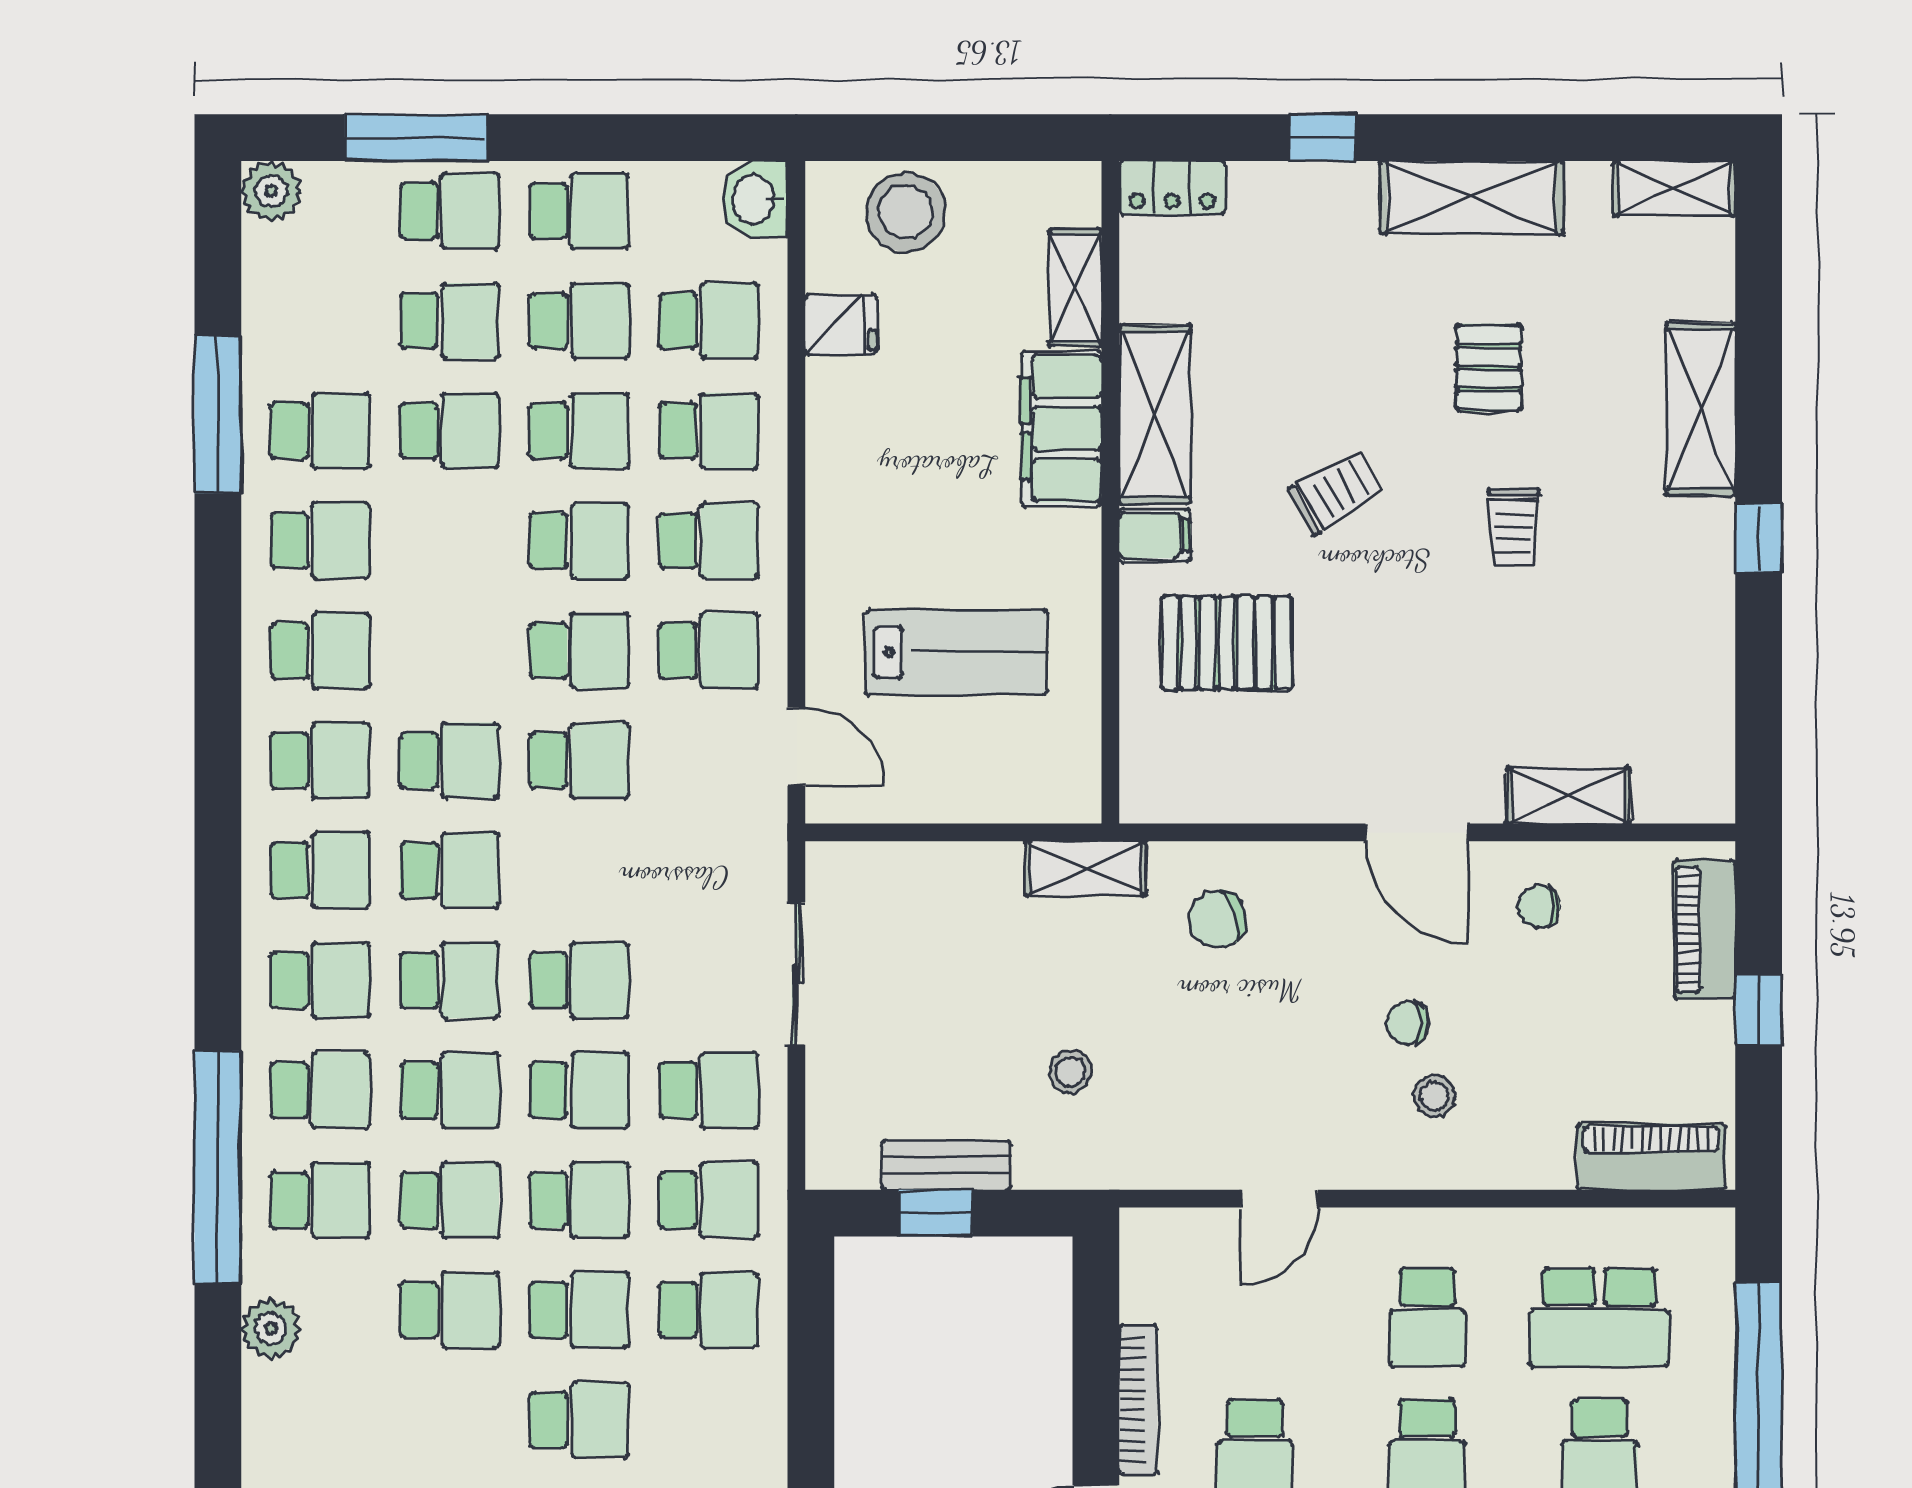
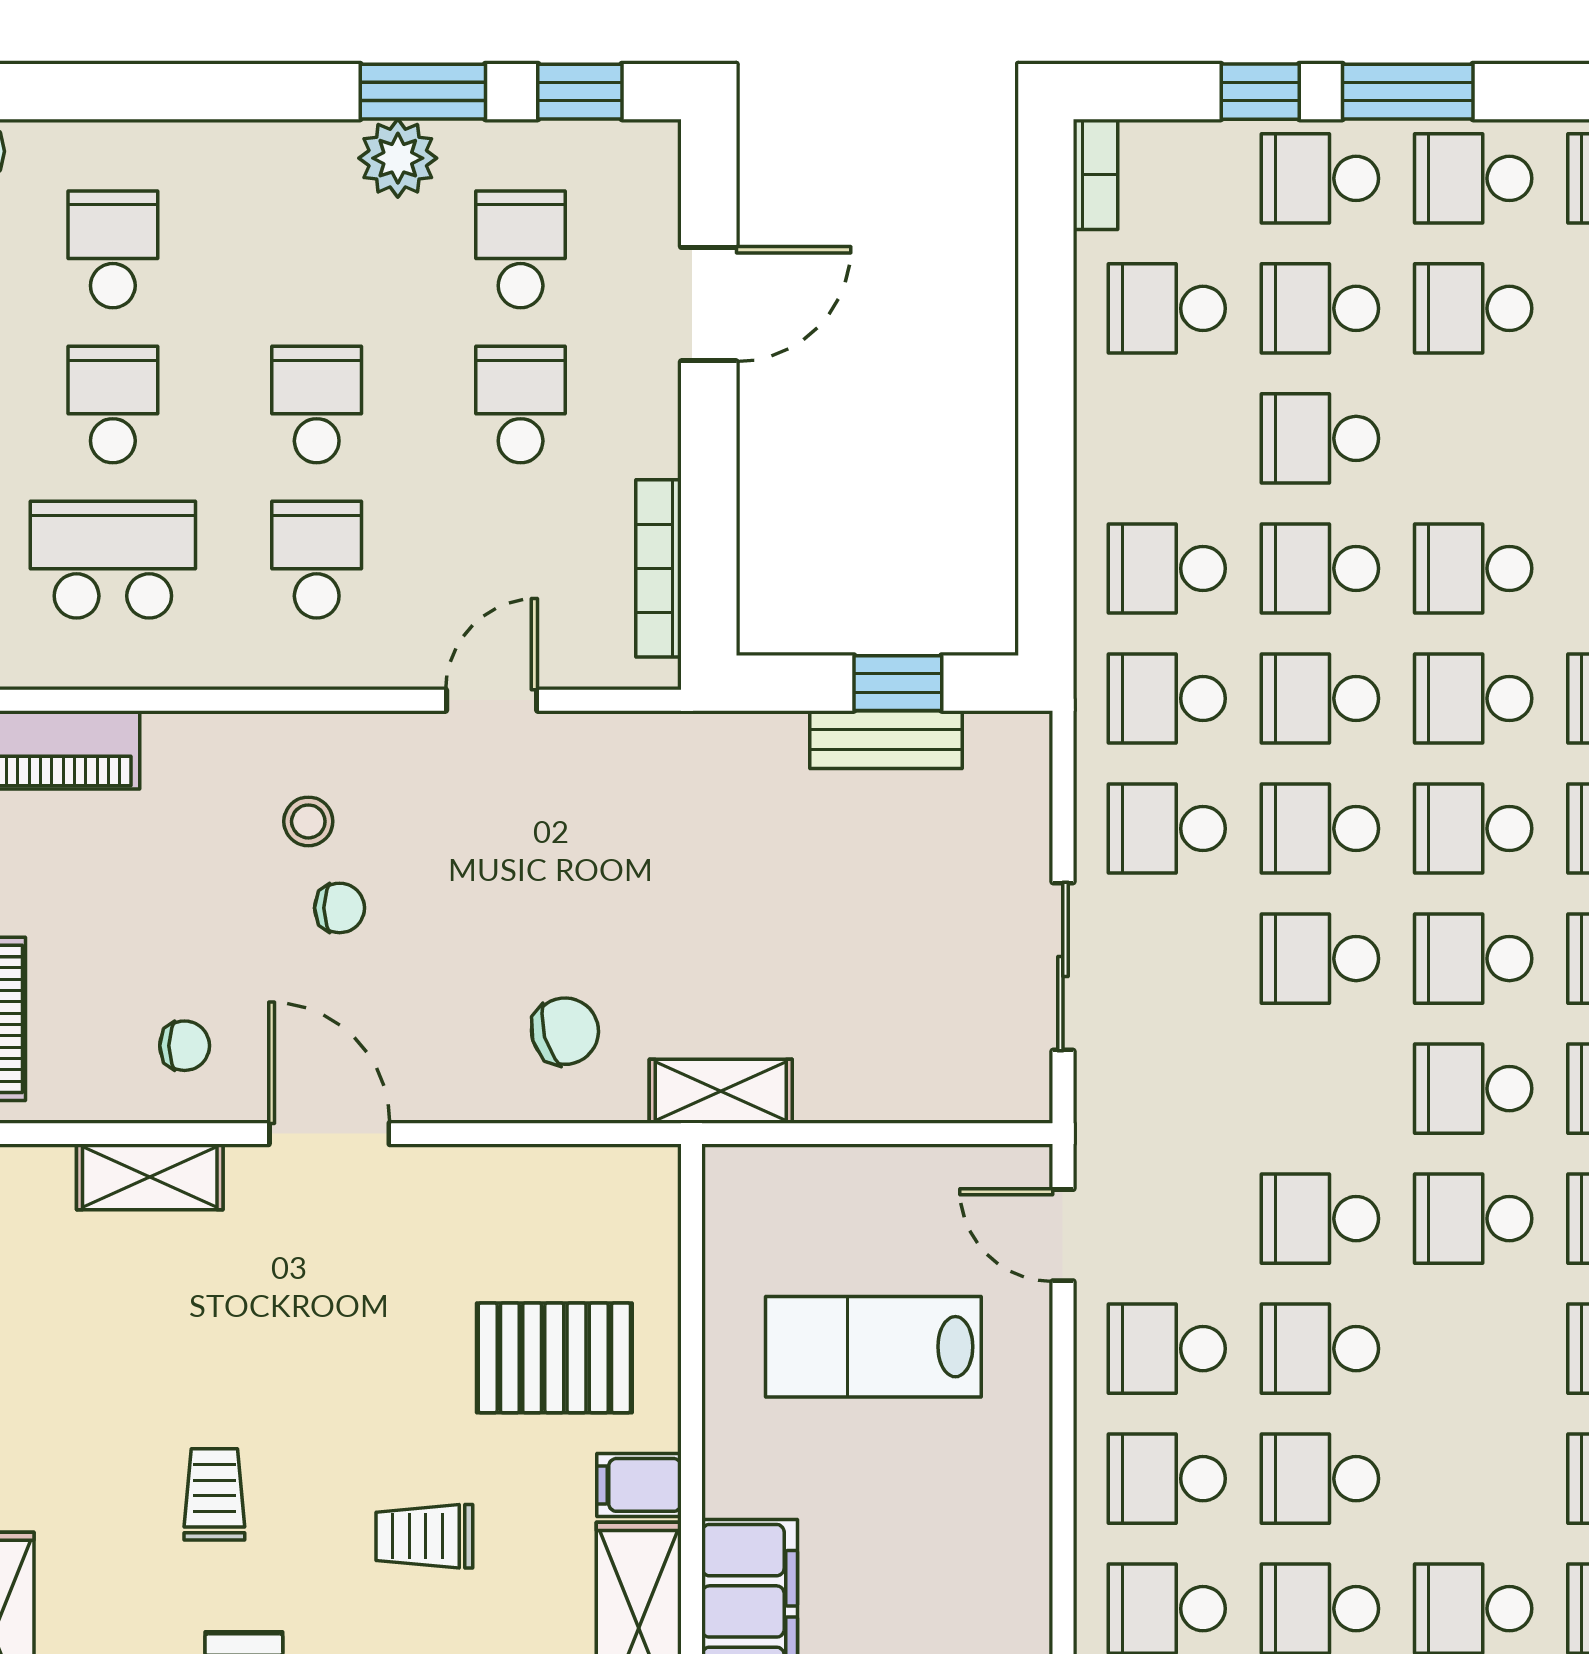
trolley: (1336, 492) -> (424, 1536), turned 30
stool: (1070, 1072) -> (739, 850), removed
bookcase: (1138, 1400) -> (659, 568), moved

